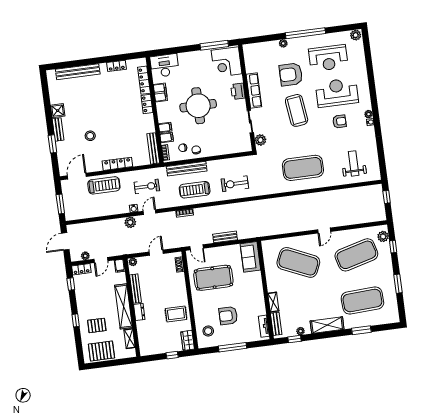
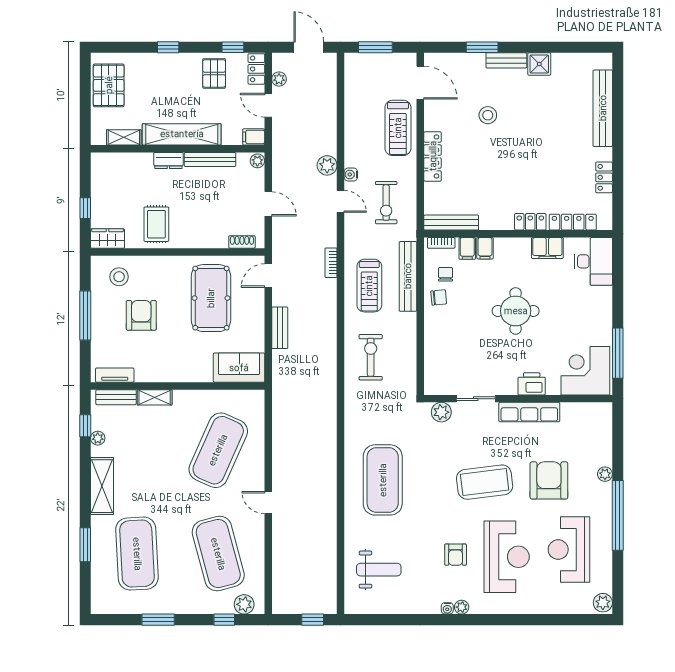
round table: (198, 106) -> (516, 311), width x0.73, depth x0.73
treadmill: (195, 190) -> (369, 286), turned 180
pallet: (97, 325) -> (214, 73), moved

